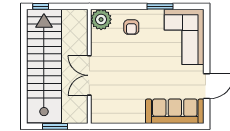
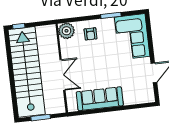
double door: (89, 75) -> (62, 75), swing flipped
sofa: (175, 111) -> (100, 99), moved

